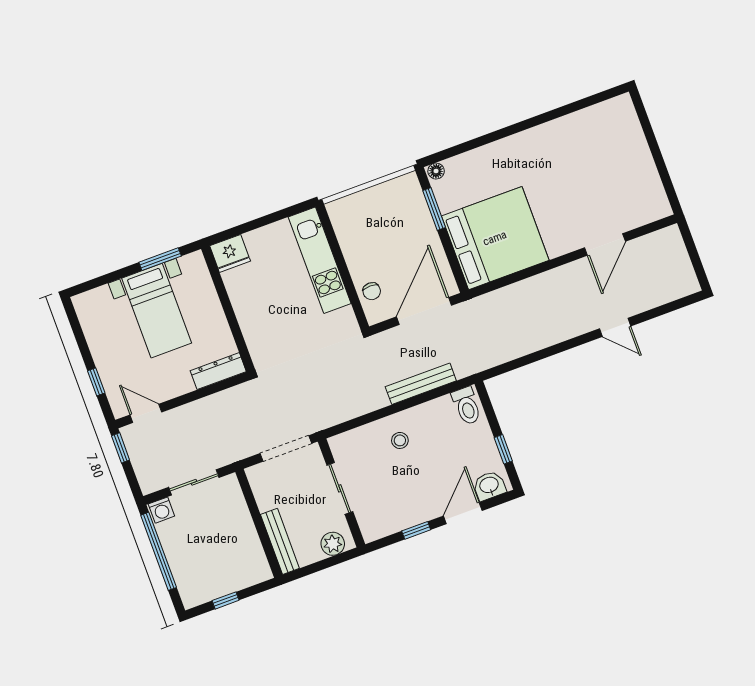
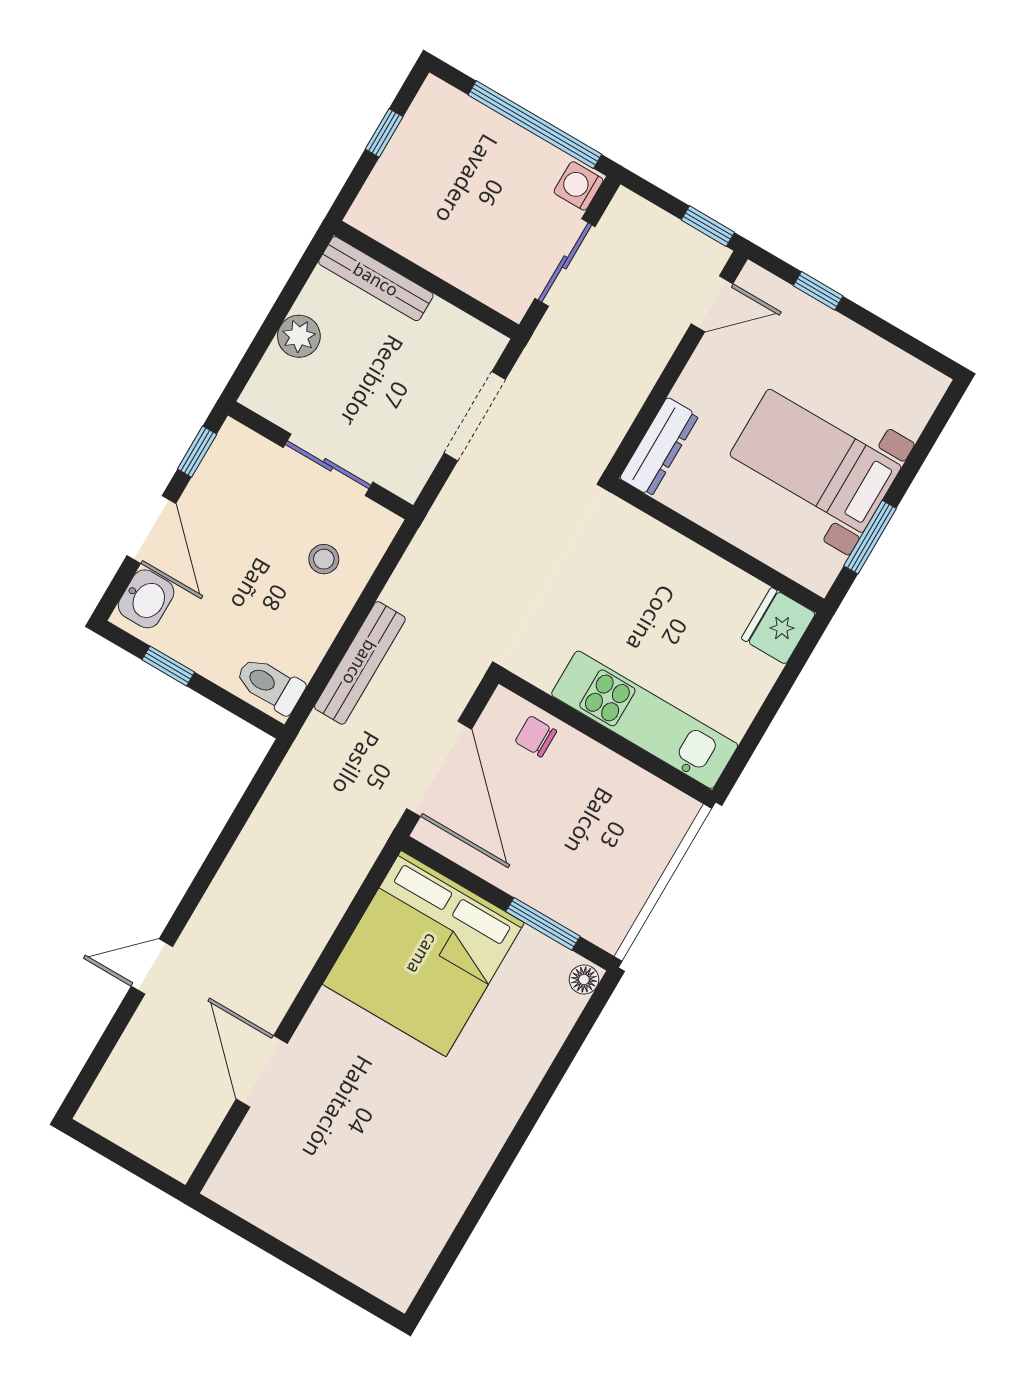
sliding door: (340, 488) -> (328, 465), moved
wall: (341, 493) -> (320, 460), moved

